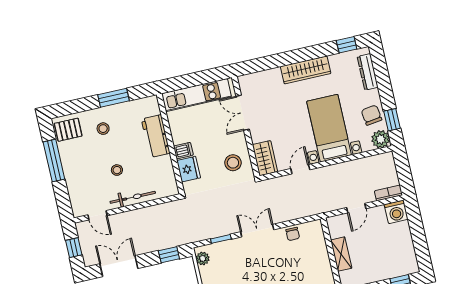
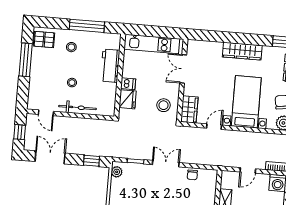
window: (113, 98) -> (87, 26), width x1.44

